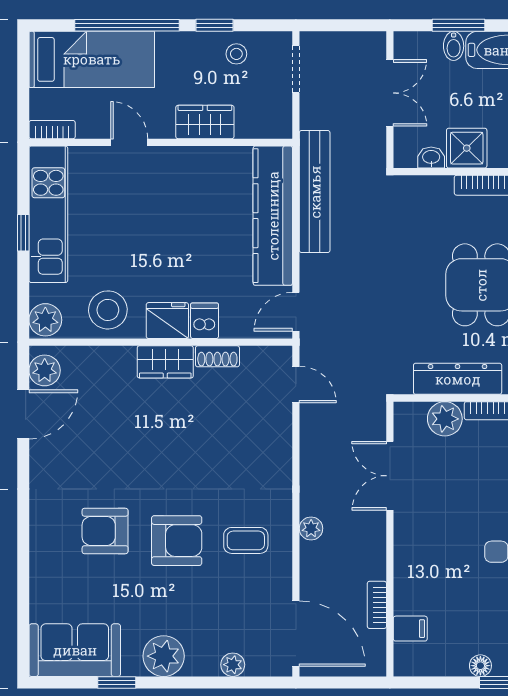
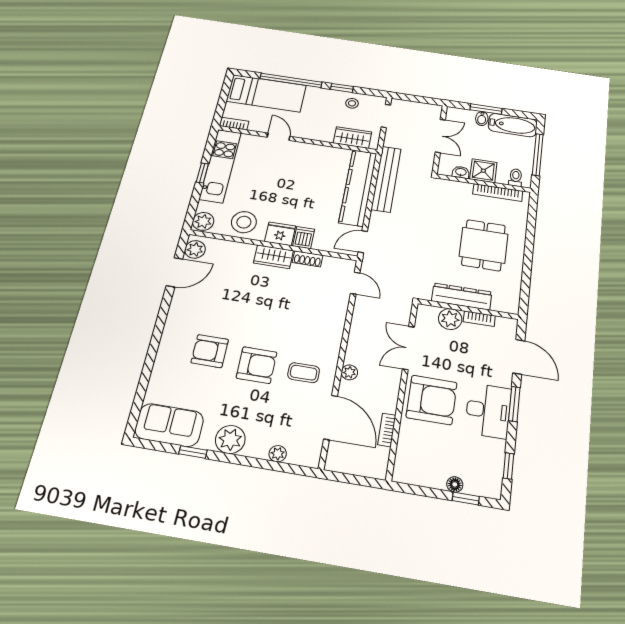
wardrobe: (205, 122) -> (352, 137), moved
armchair: (434, 550) -> (432, 400), added
filing cabinet: (410, 629) -> (408, 450), removed
door: (296, 634) -> (331, 417), moved

